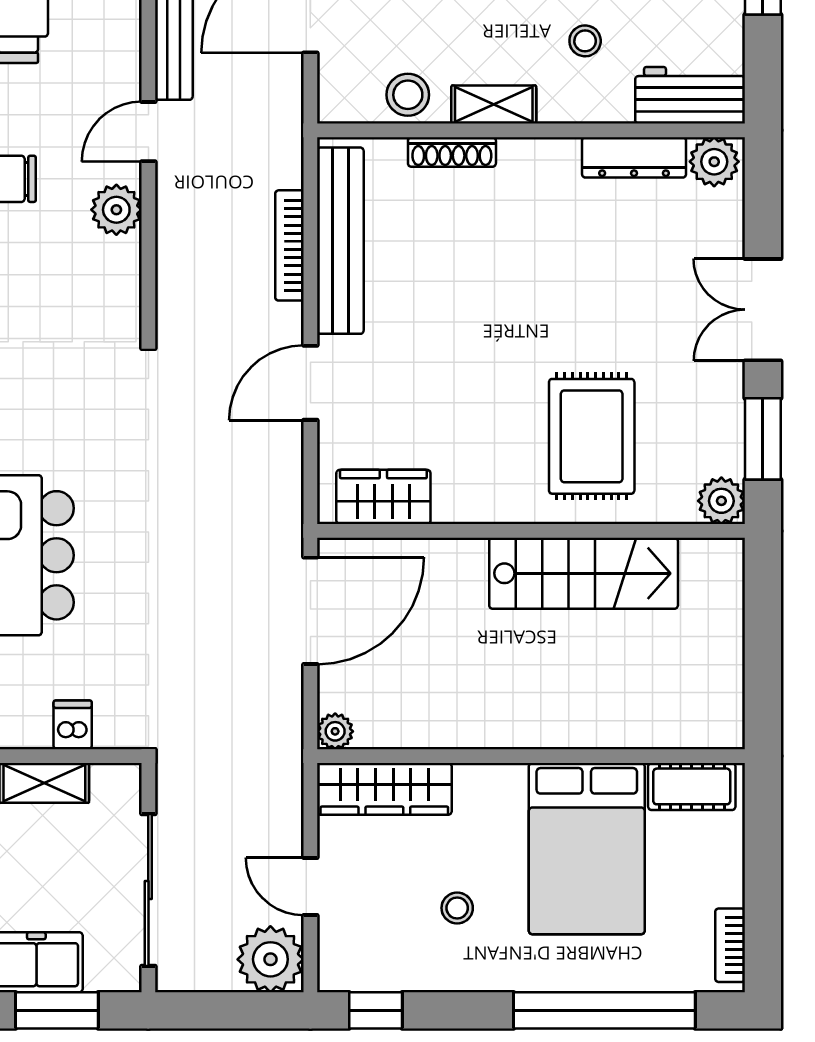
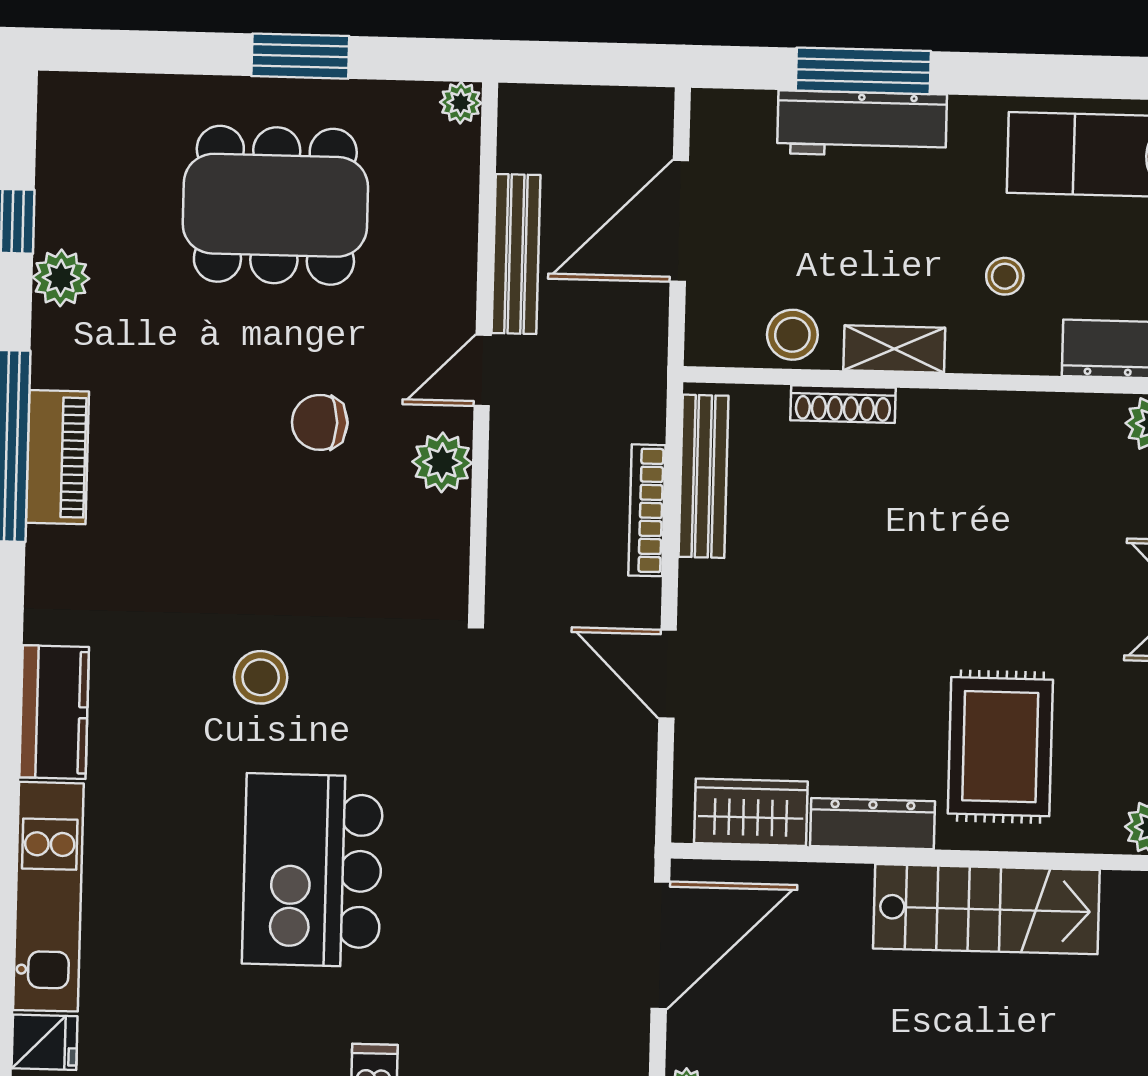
dresser: (634, 157) -> (872, 824), moved, turned 180
bench: (340, 241) -> (703, 476), width x0.73, depth x0.82
door: (310, 383) -> (668, 674), hinge flipped

